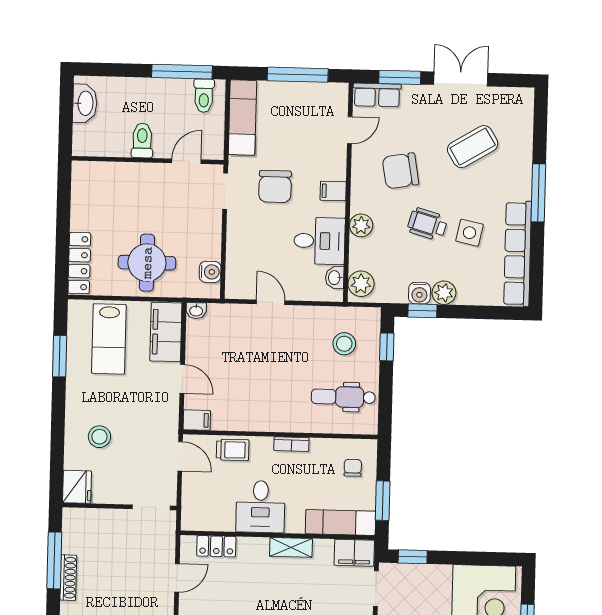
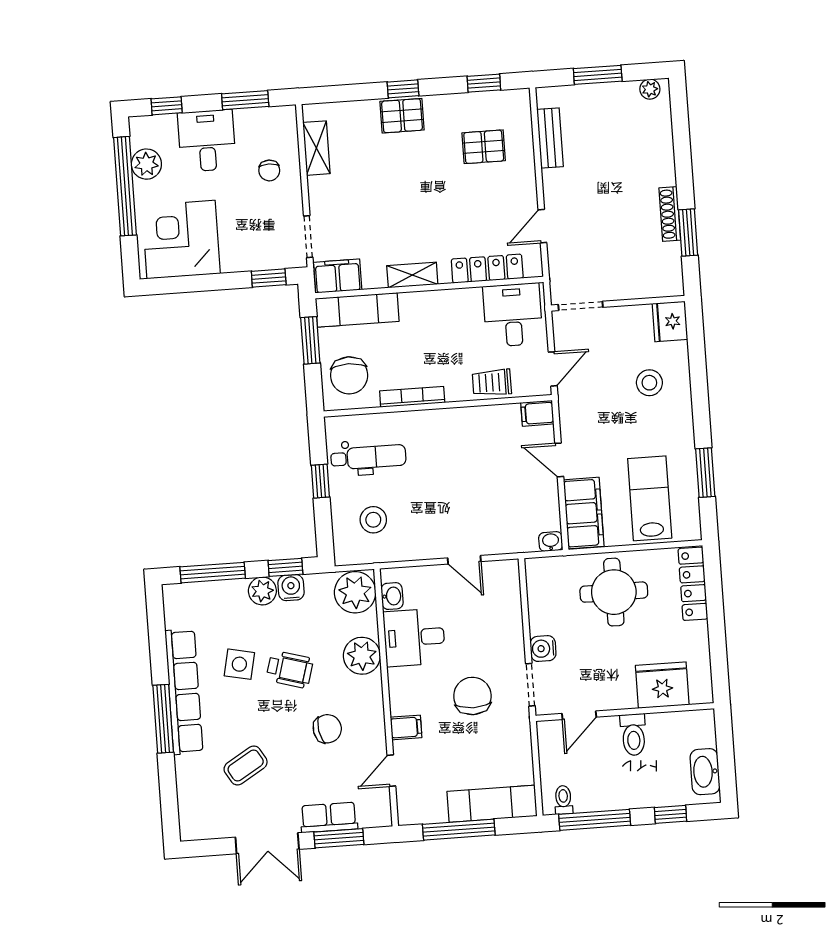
window: (117, 70) -> (670, 814), added
row of seats: (377, 95) -> (329, 817), moved
toilet: (204, 96) -> (563, 800), width x0.73, depth x0.72
exam couch: (242, 117) -> (492, 804), moved, turned 90
coffee table: (473, 147) -> (246, 765), width x0.73, depth x0.77
chair: (400, 171) -> (327, 729), width x0.73, depth x0.73
fridge: (114, 180) -> (662, 685), added
filing cabinet: (333, 191) -> (406, 727), moved
plant: (361, 225) -> (362, 656), width x1.36, depth x1.36
row of seats: (518, 254) -> (184, 692), moved
water cooler: (210, 272) -> (543, 649), moved
plant: (361, 284) -> (355, 592), width x1.36, depth x1.36
window: (485, 312) -> (213, 573), added
window: (387, 347) -> (320, 481), moved
bookcase: (291, 444) -> (412, 397), width x1.56
door: (180, 456) -> (553, 369), swing flipped
chair: (353, 468) -> (349, 375), width x1.87, depth x1.87
desk: (260, 507) -> (513, 315), moved
locker: (216, 546) -> (487, 269), width x1.53
window: (54, 560) -> (688, 233), width x0.69

